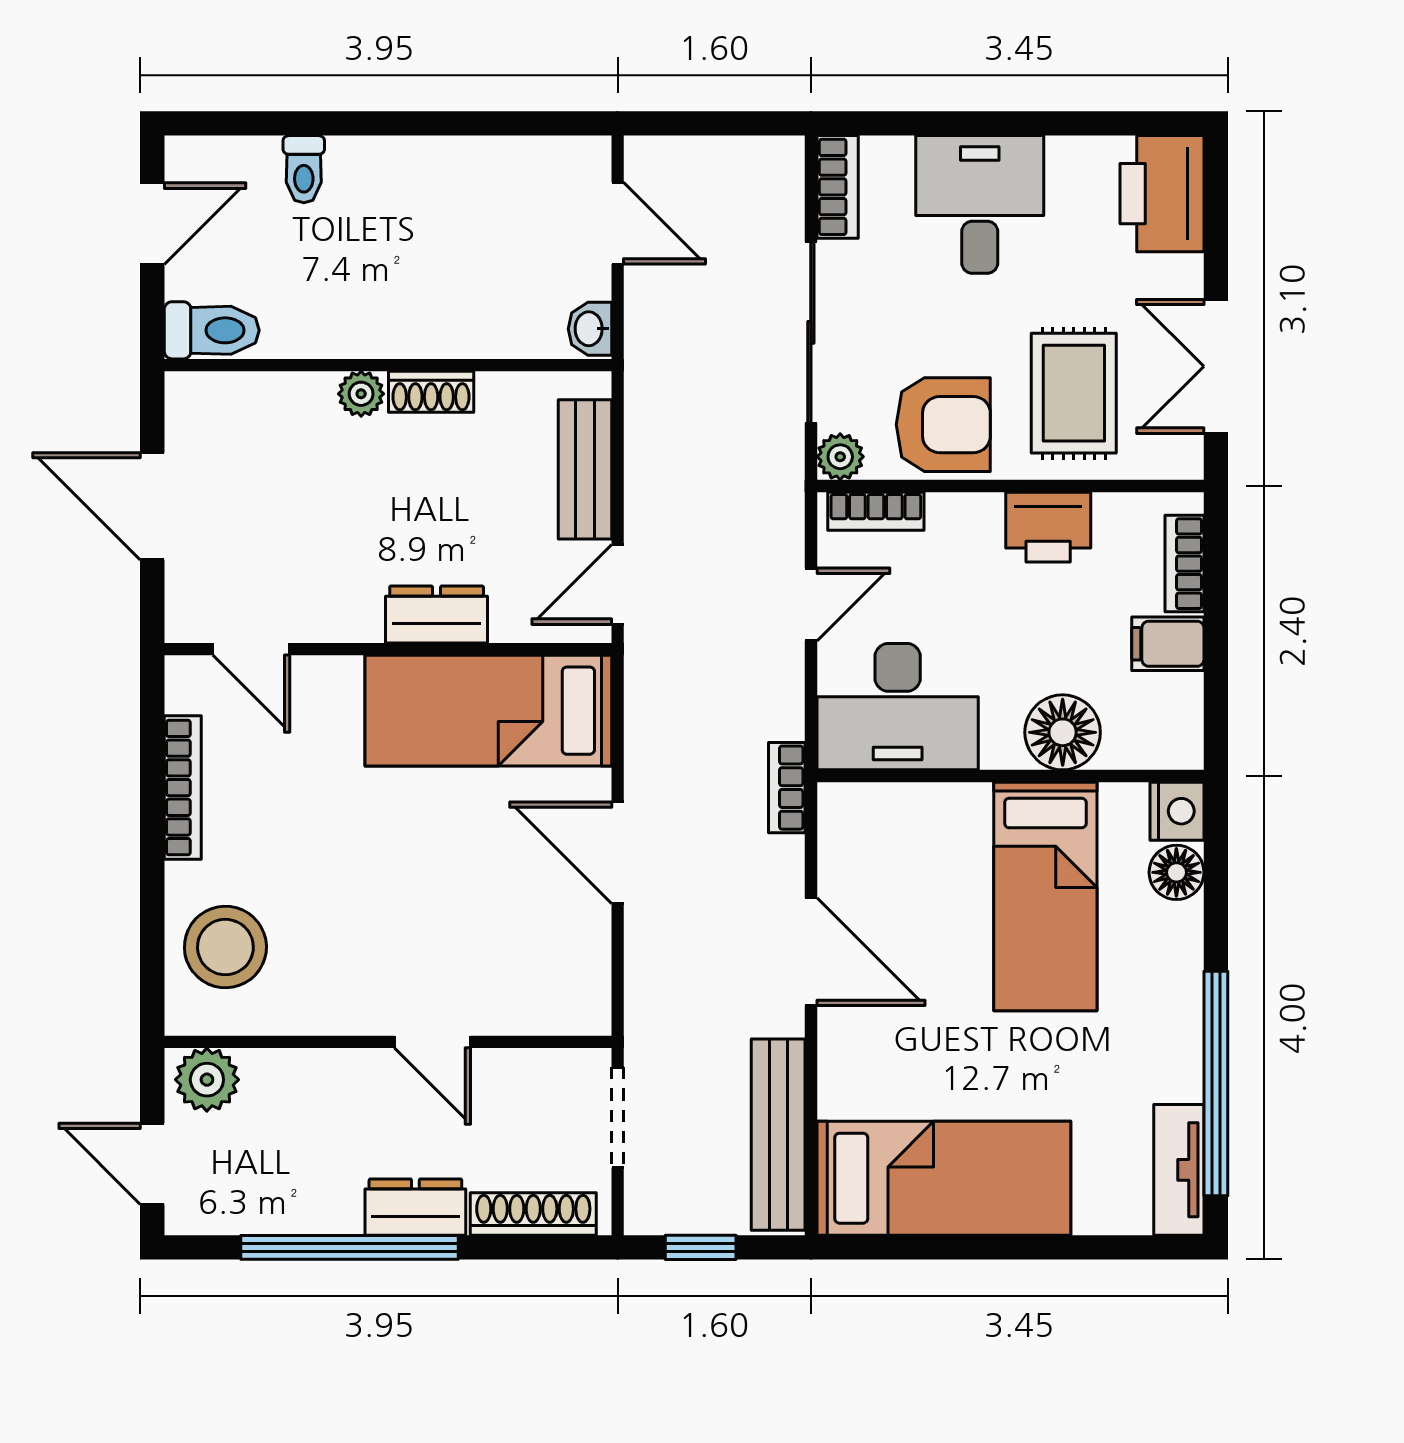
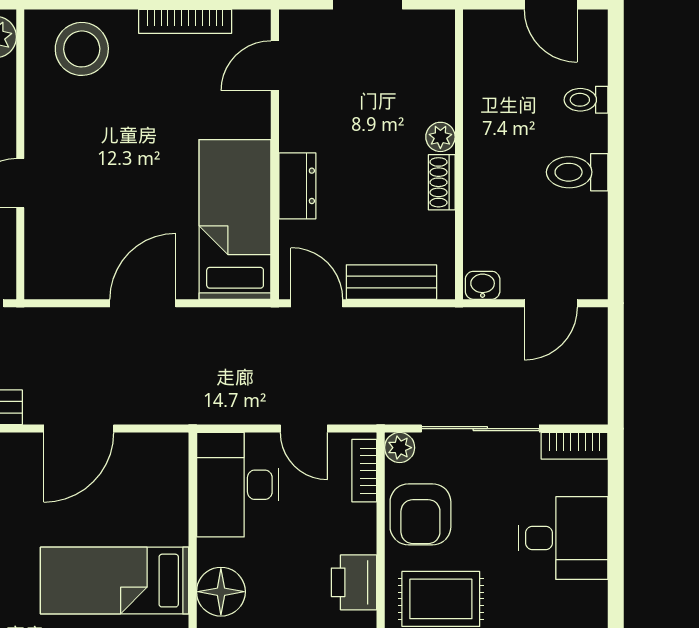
toilet: (212, 330) -> (577, 172), moved, turned 90
bookcase: (787, 788) -> (185, 413), removed

